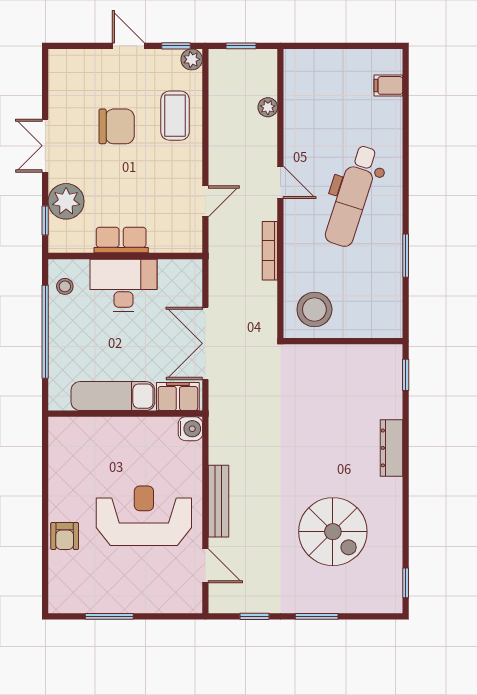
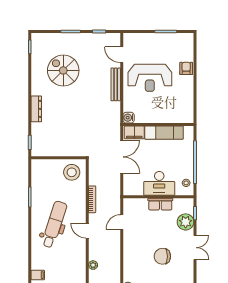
coffee table: (175, 116) -> (136, 261), removed

